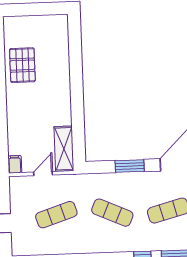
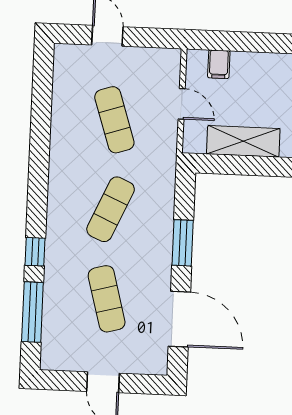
shelving: (64, 149) -> (243, 141), moved
filing cabinet: (15, 164) -> (219, 64), moved, turned 90

